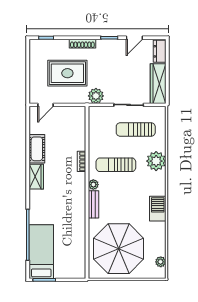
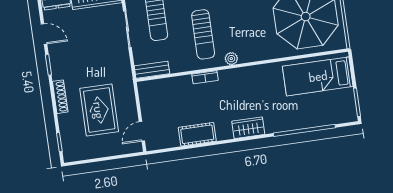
plant: (96, 96) -> (122, 71), removed
door: (46, 105) -> (142, 131), swing flipped
wardrobe: (36, 177) -> (248, 128), moved
bench: (94, 204) -> (152, 70), moved
bed: (41, 252) -> (318, 76), moved

